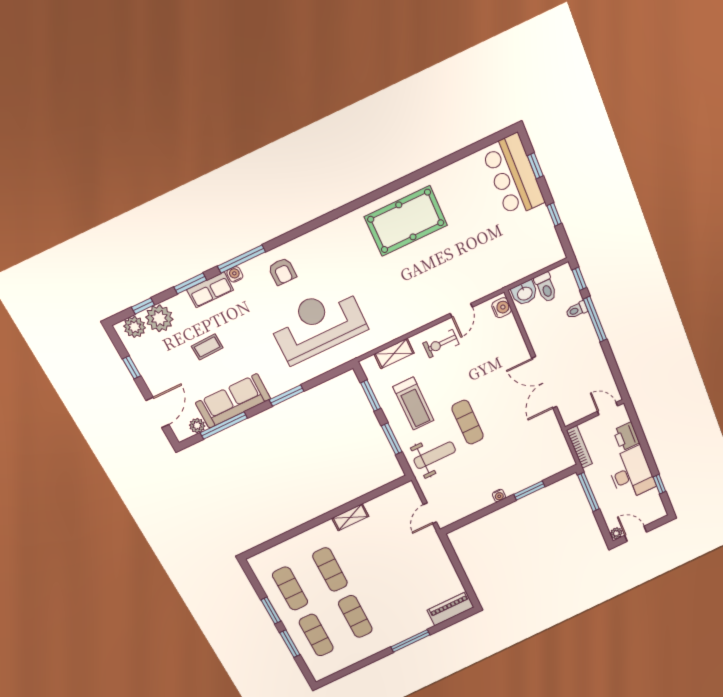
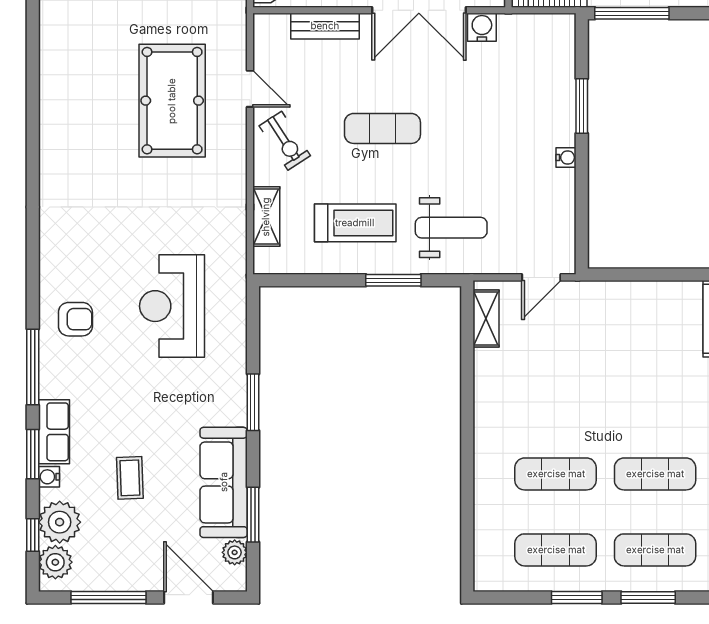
pool table: (406, 221) -> (172, 101), moved
water cooler: (235, 274) -> (49, 477), moved
water cooler: (502, 308) -> (482, 27), moved
reception desk: (318, 324) -> (172, 306), width x0.74, depth x0.77
bench: (514, 336) -> (325, 26), added
exercise bike: (441, 344) -> (285, 141), turned -33
window: (132, 367) -> (108, 597), width x2.17
window: (371, 396) -> (312, 280), removed
exercise mat: (468, 422) -> (382, 128), moved
window: (224, 425) -> (253, 515), width x0.69
weight bench: (435, 455) -> (451, 228), turned 90
door: (430, 513) -> (541, 277), hinge flipped
shelving: (350, 517) -> (486, 319), moved

